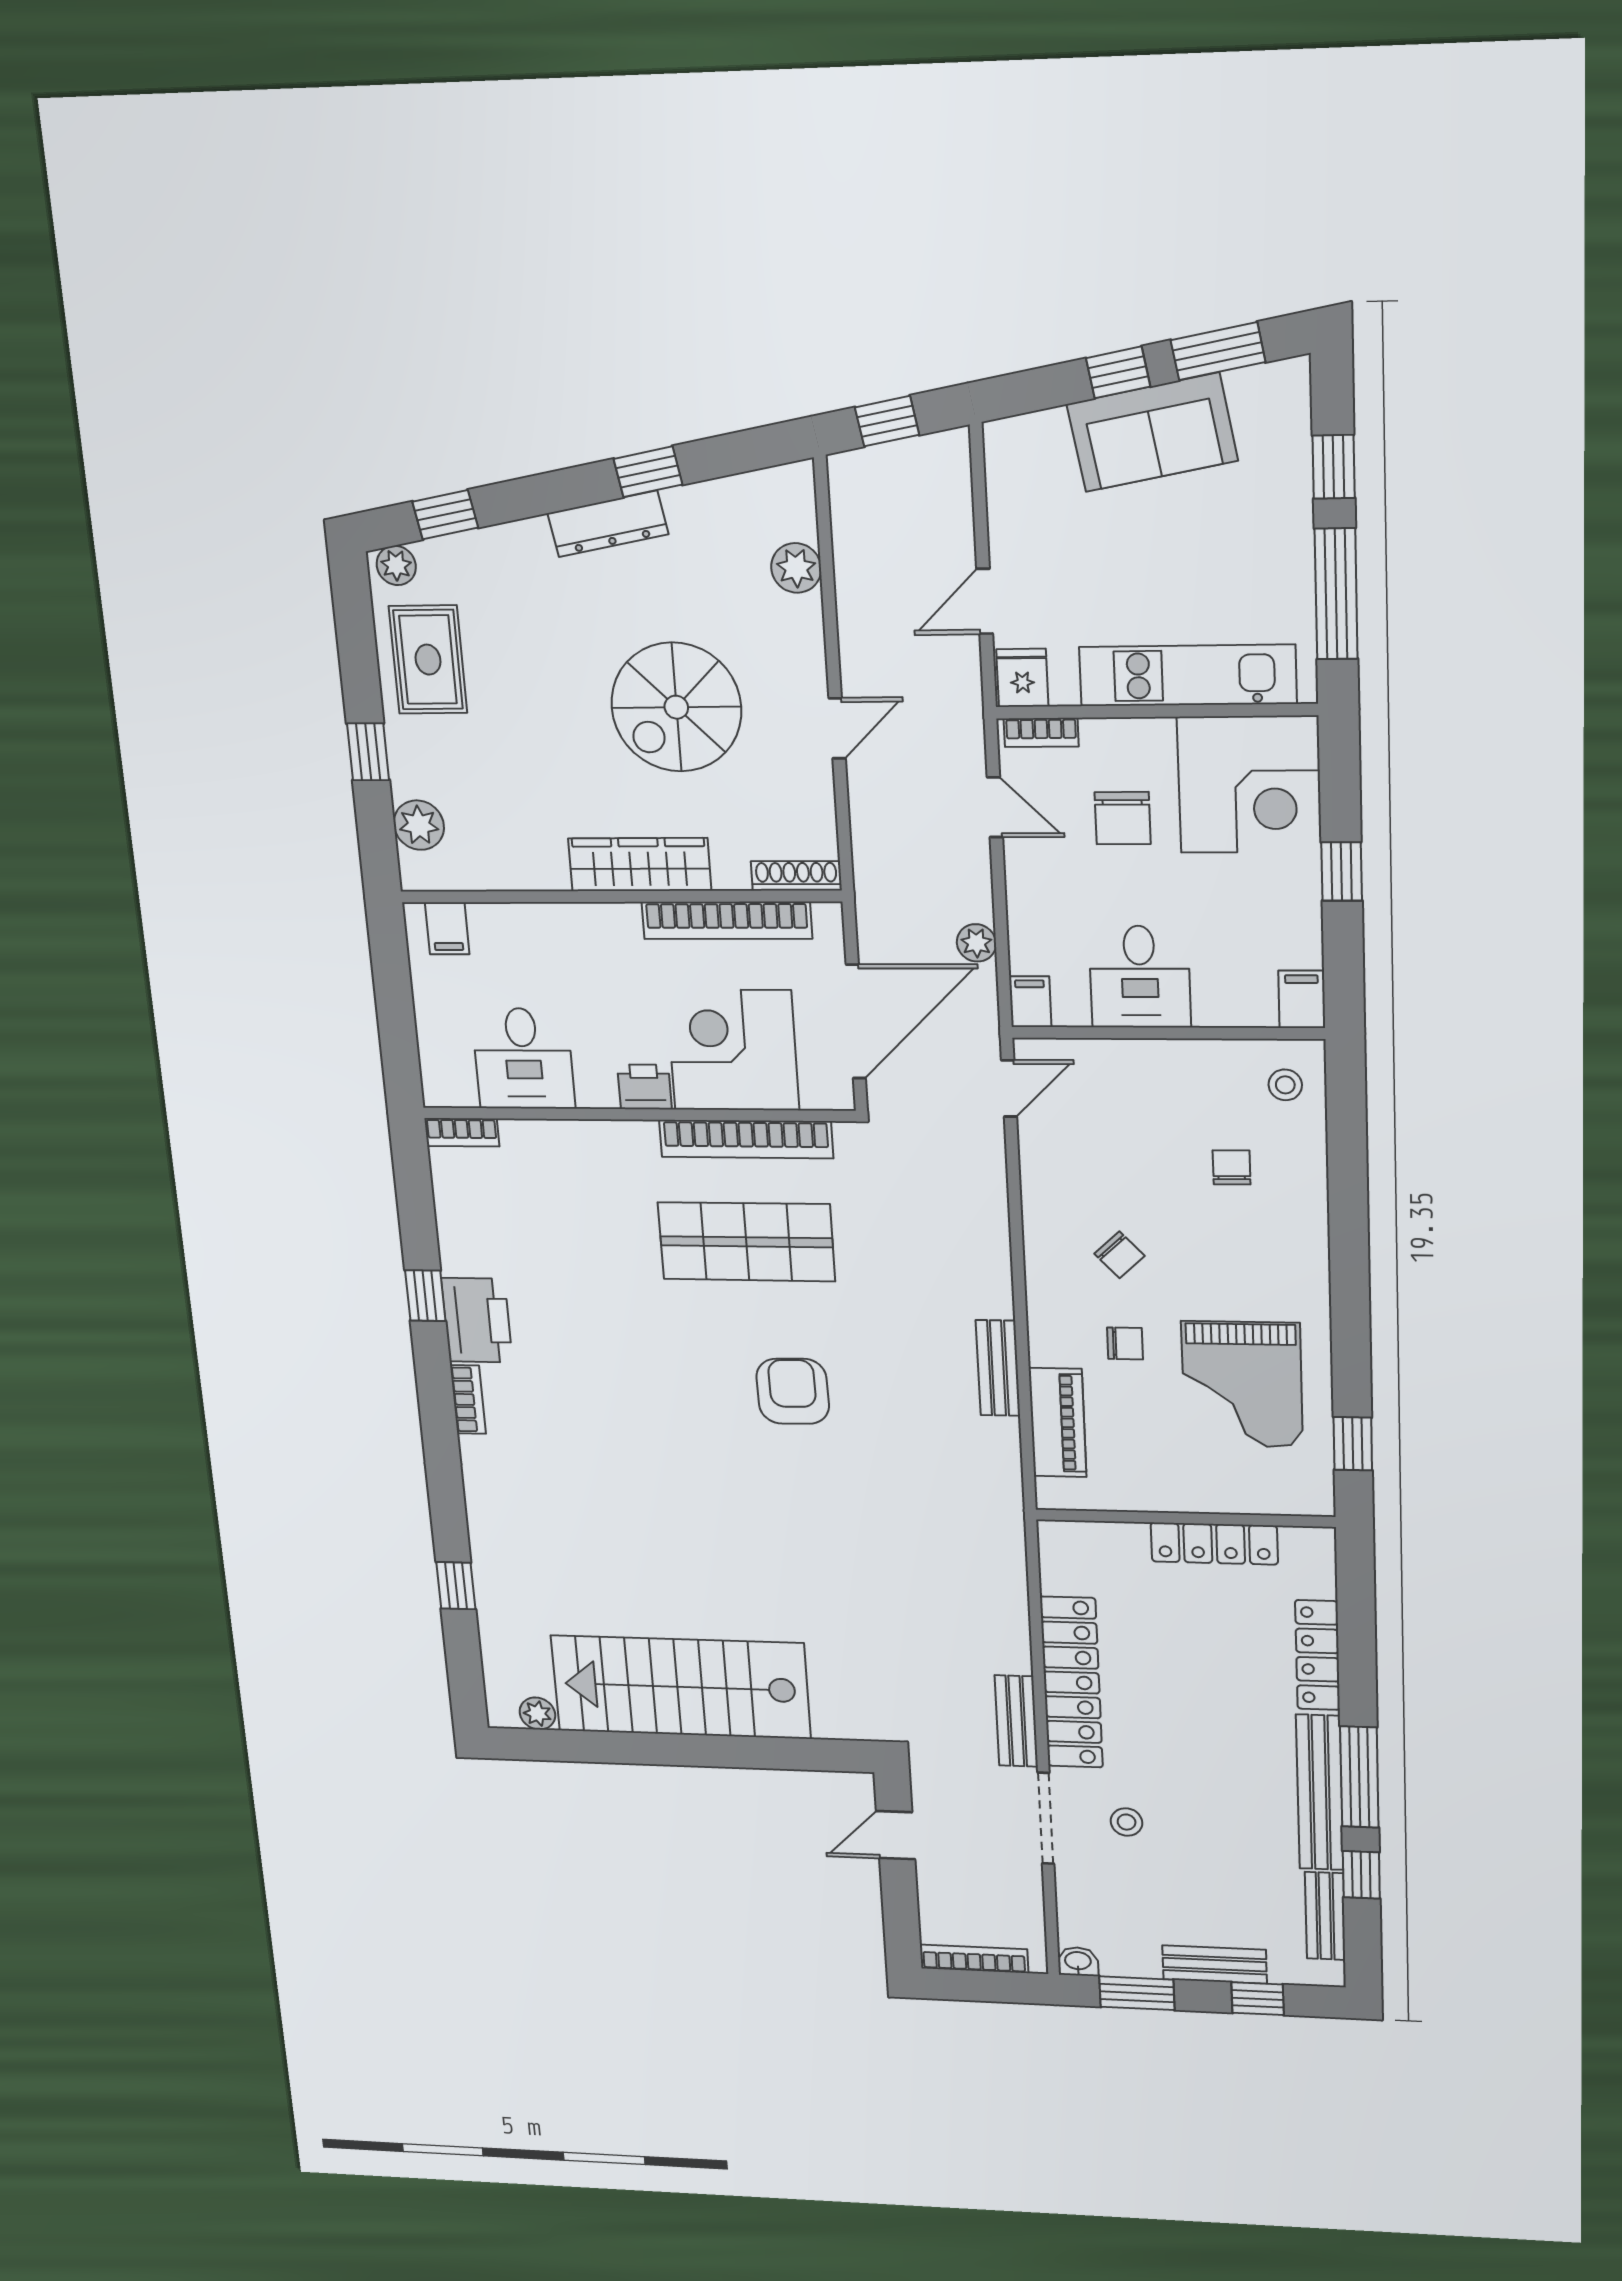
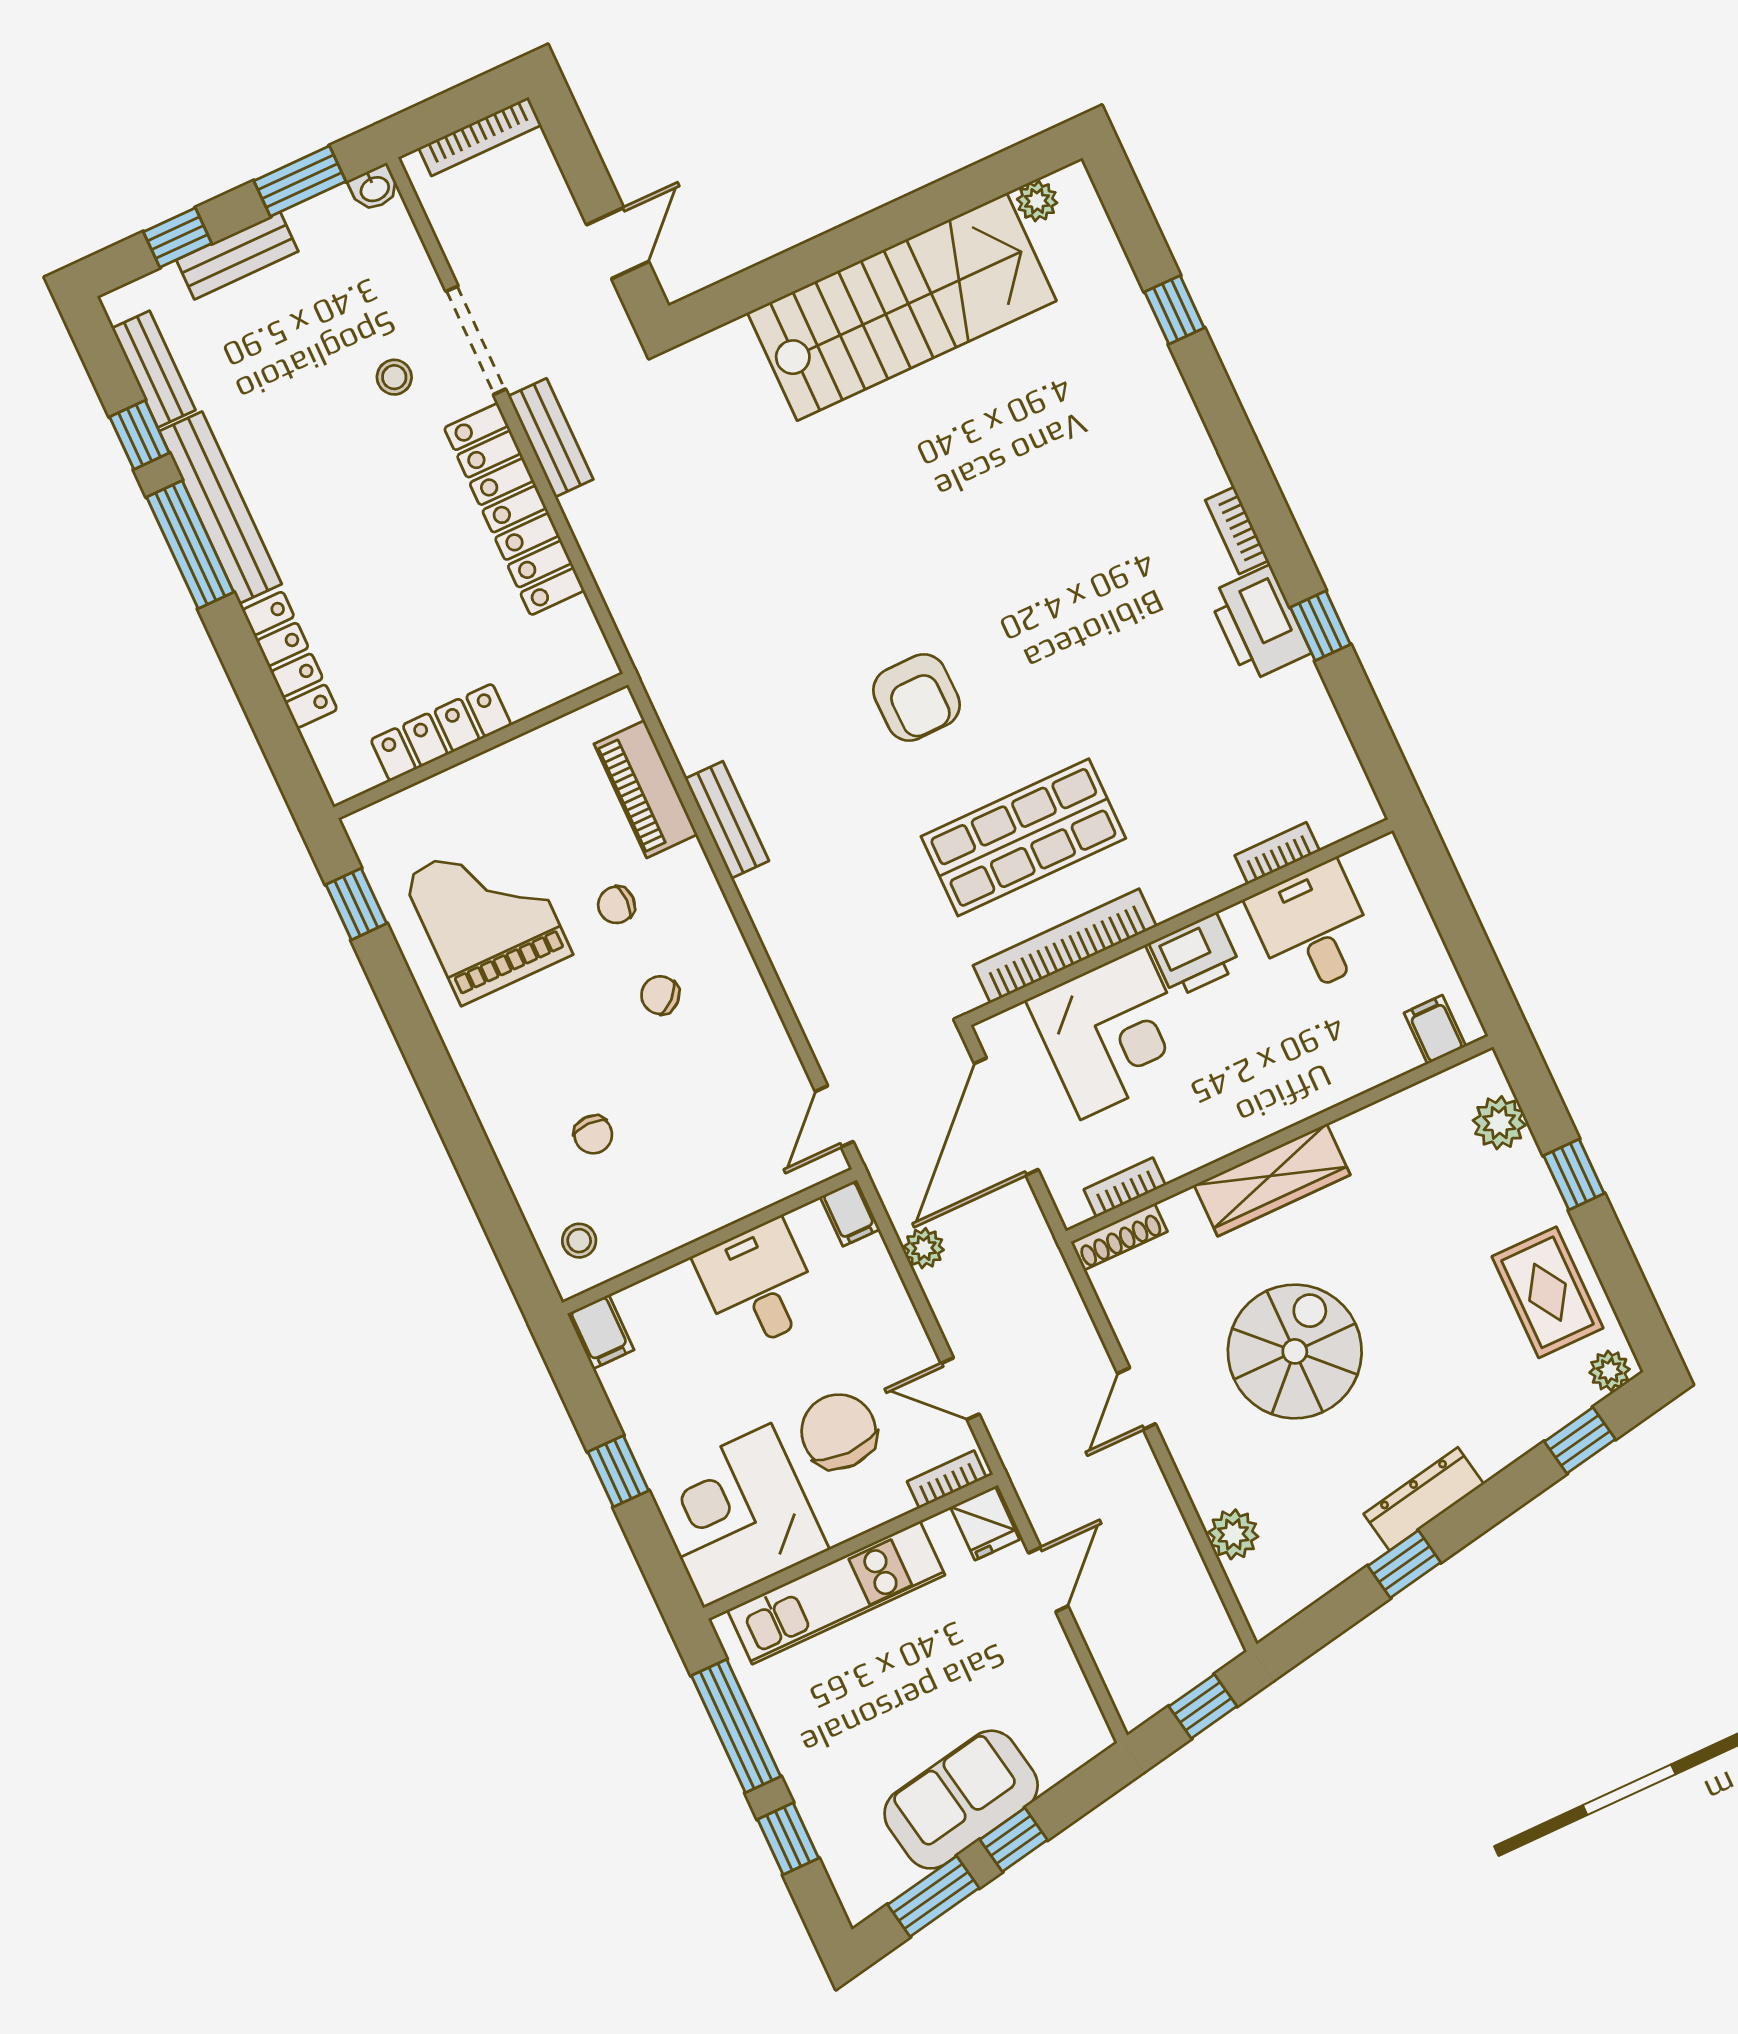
chair: (1123, 818) -> (839, 1431), width x1.37, depth x1.37
bookcase: (727, 920) -> (1125, 1187), width x0.43, depth x0.76
printer: (645, 1087) -> (1195, 955), width x1.36, depth x1.24
bookcase: (462, 1132) -> (1277, 853), moved

